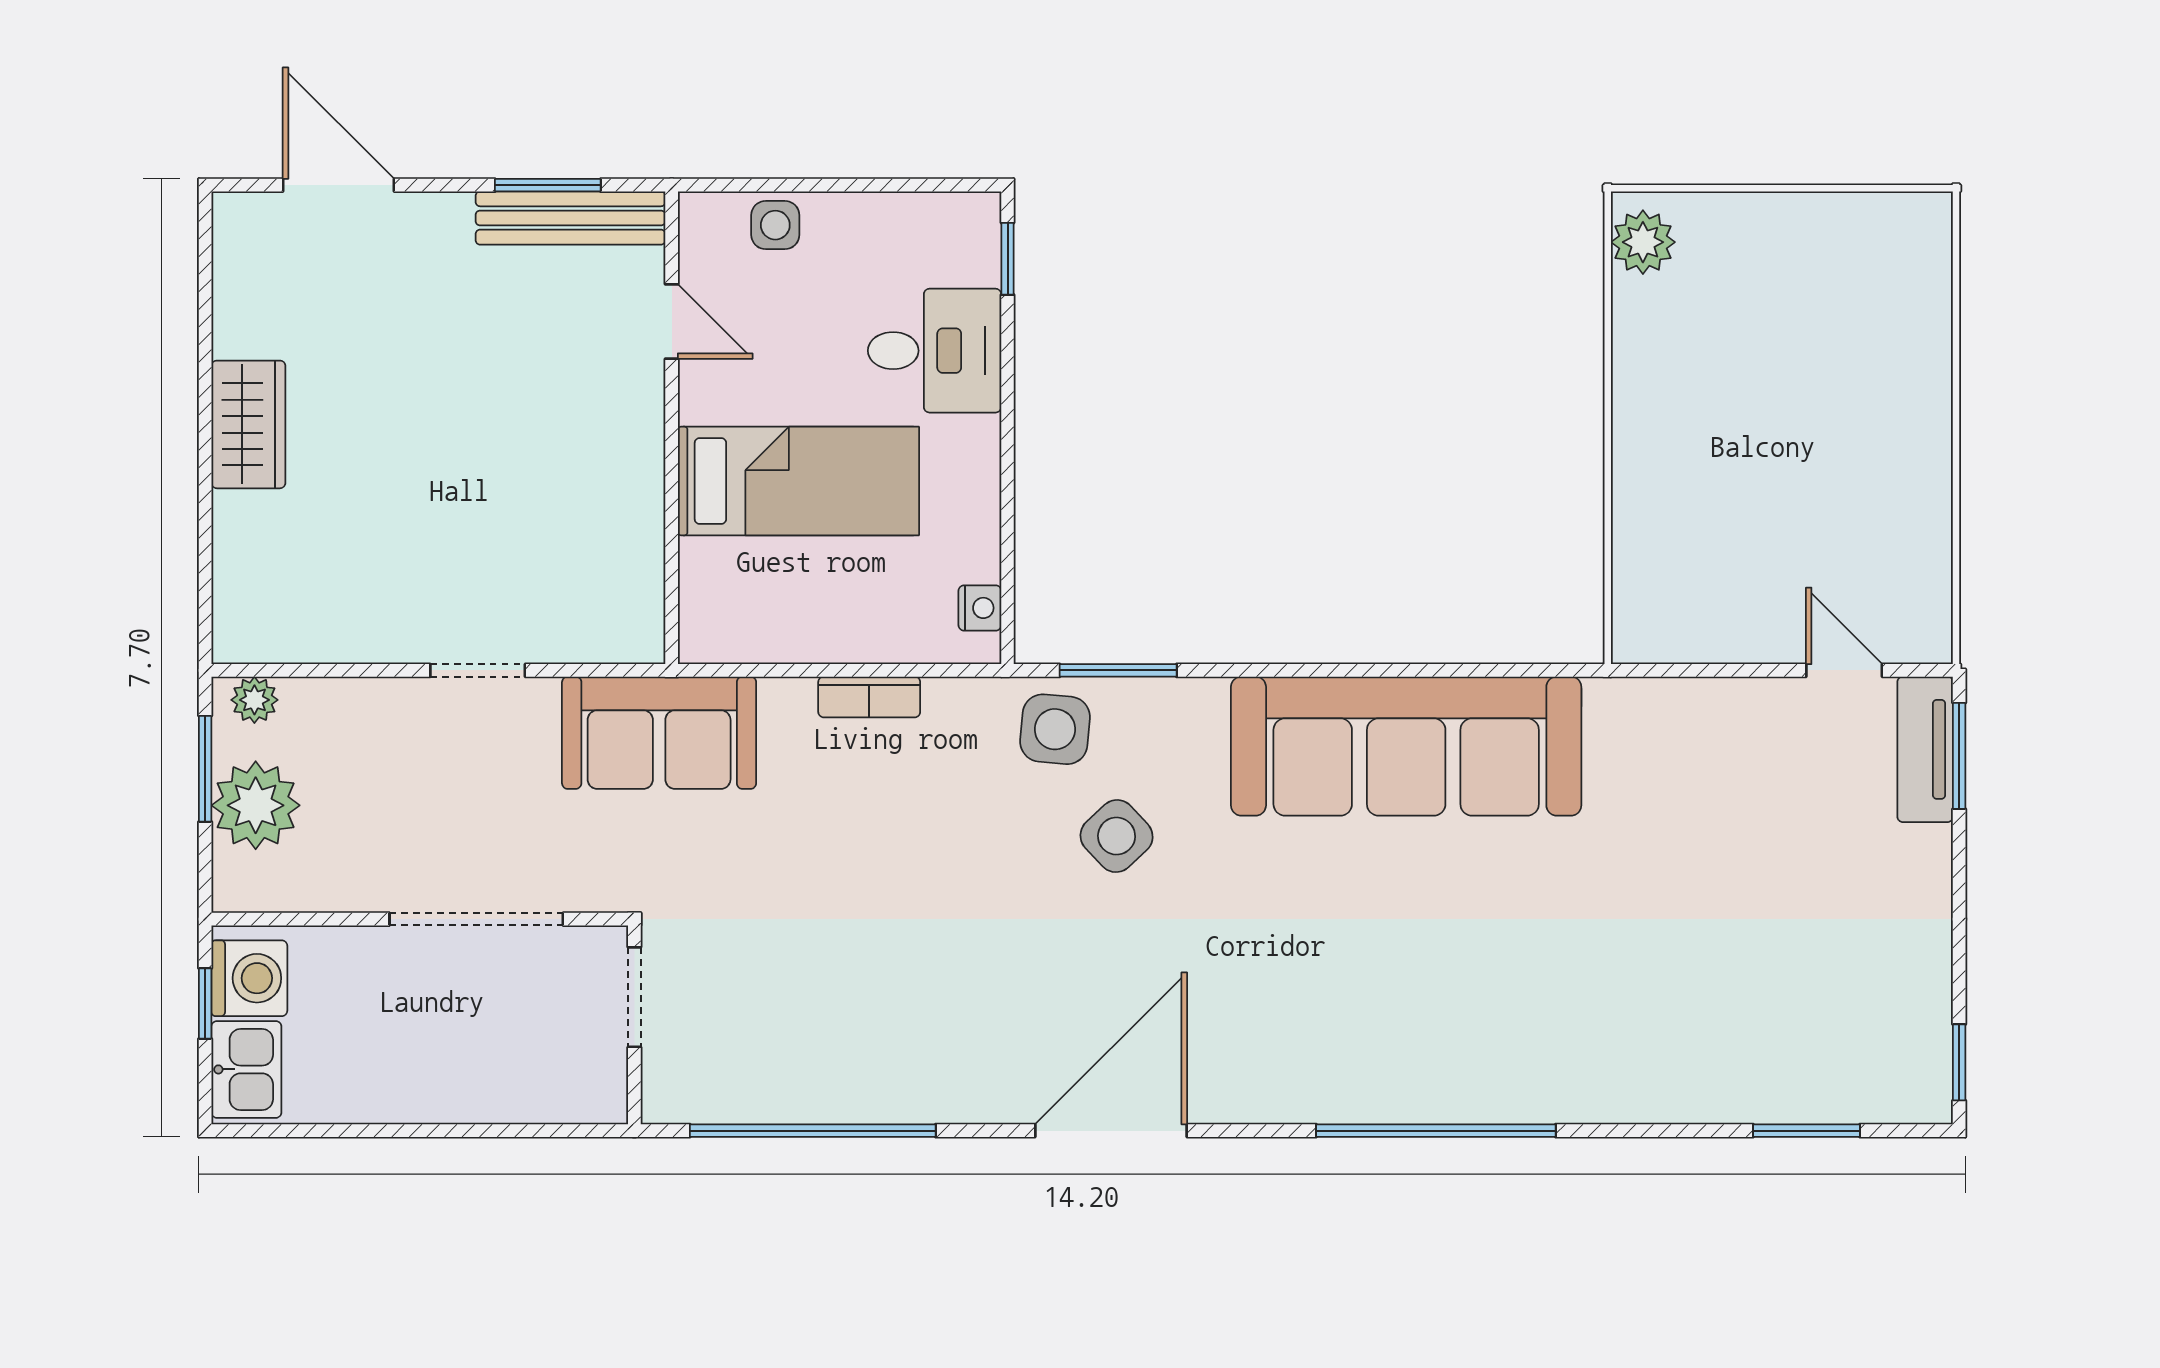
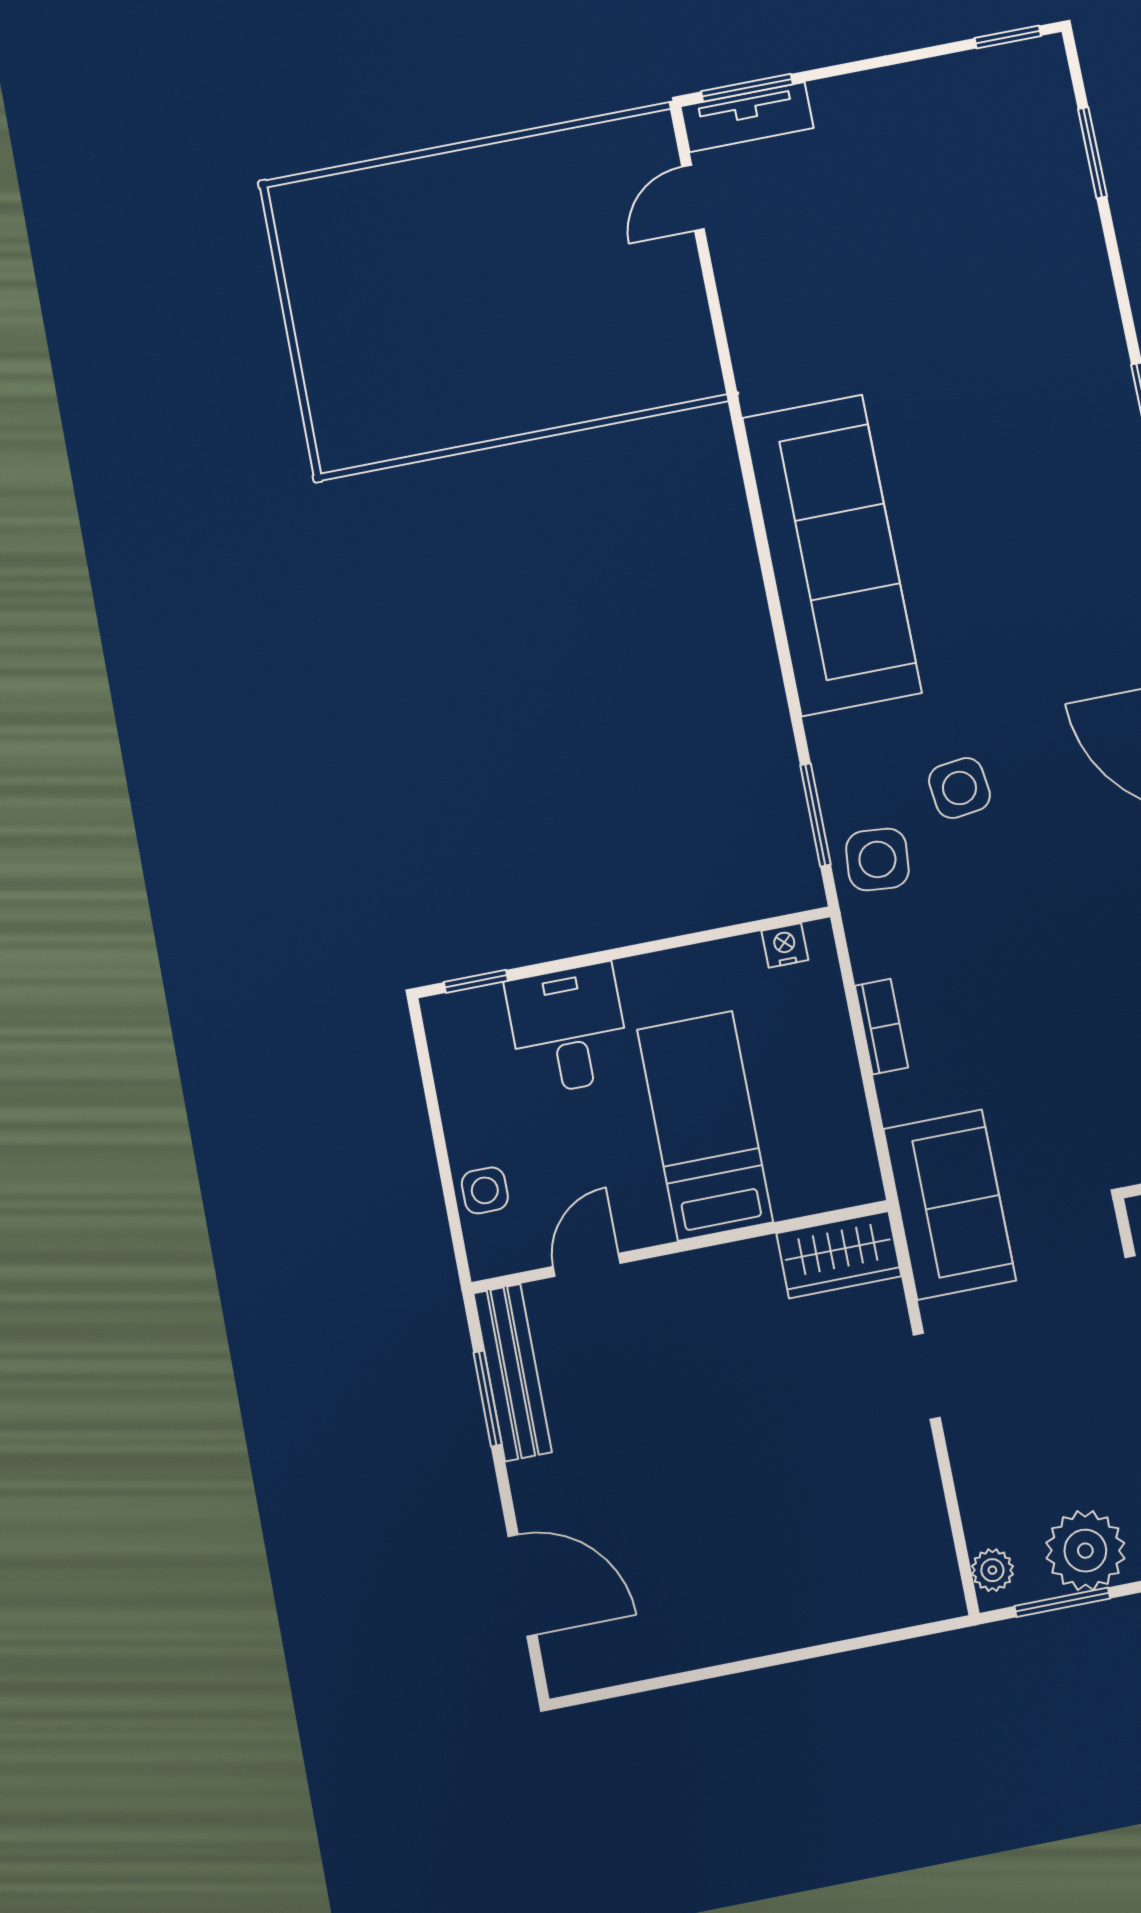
door: (339, 185) -> (522, 1585), swing flipped
plant: (1643, 242) -> (359, 439), removed
wardrobe: (248, 424) -> (839, 1255), moved, turned 180
side table: (1117, 836) -> (959, 788), turned 36

